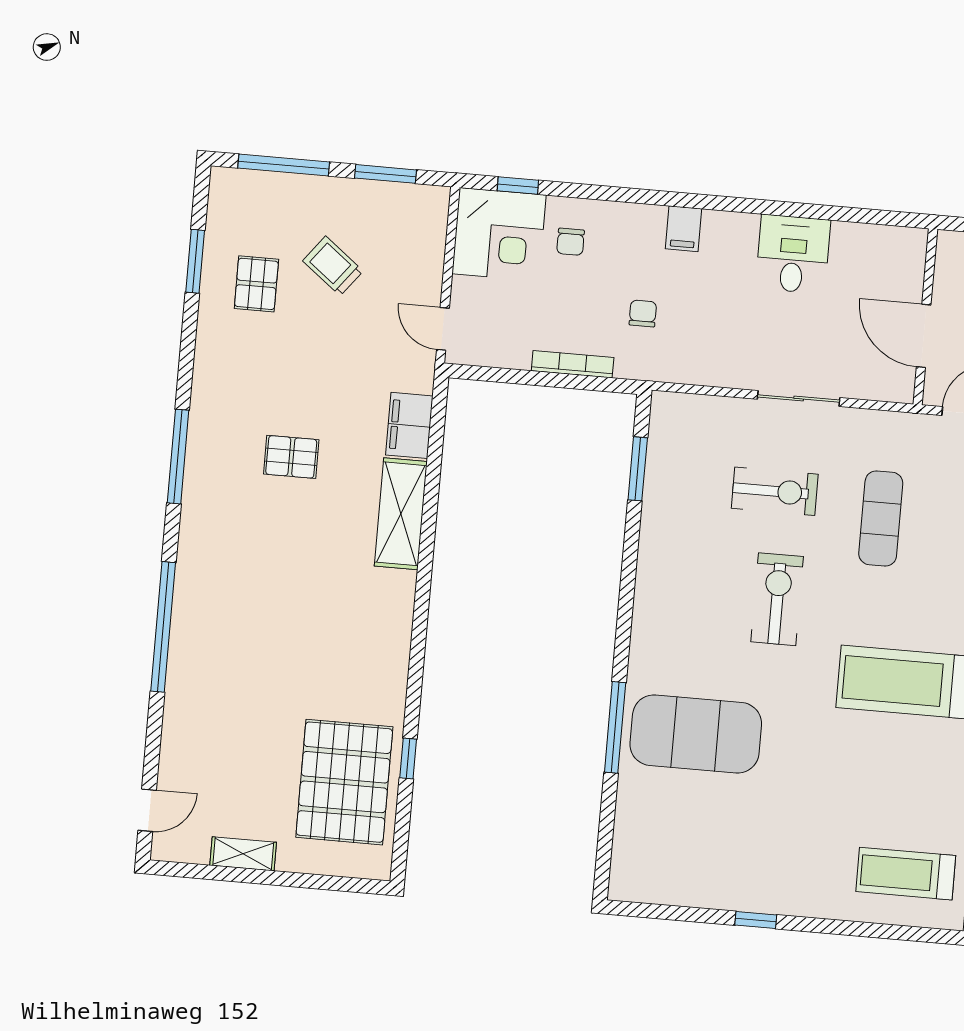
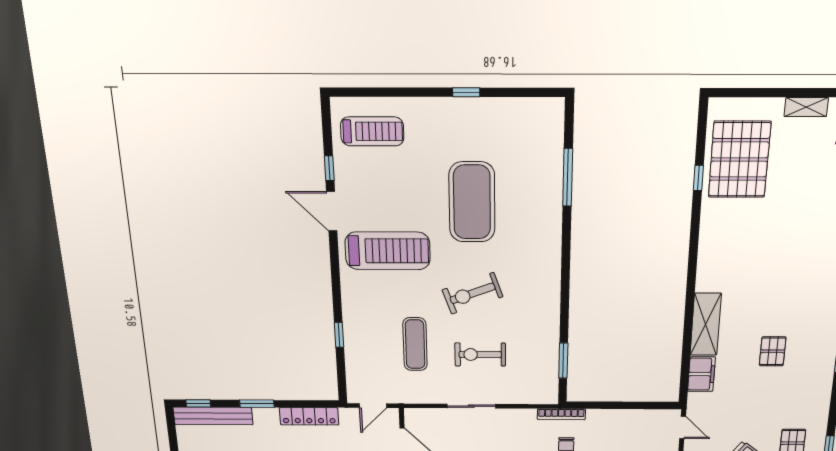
bookcase: (573, 364) -> (561, 414), moved
pallet: (291, 457) -> (773, 351), turned 90
exercise bike: (777, 599) -> (473, 293), turned 70
window: (615, 727) -> (568, 177), moved
exercise mat: (696, 734) -> (472, 202), moved, turned 90

